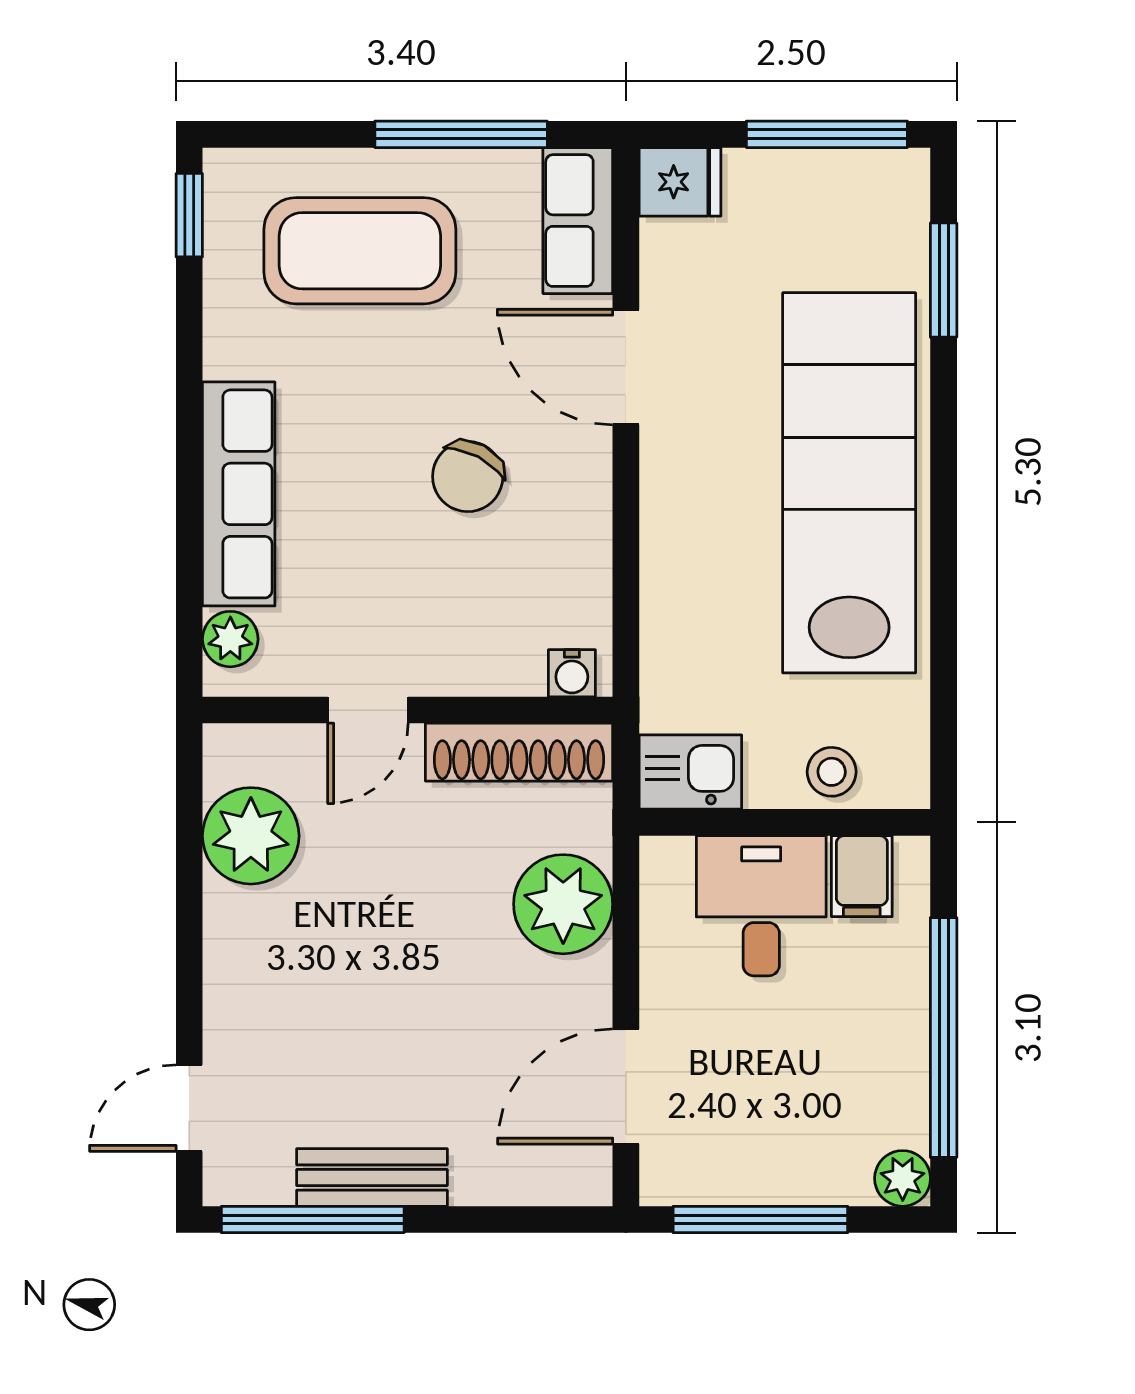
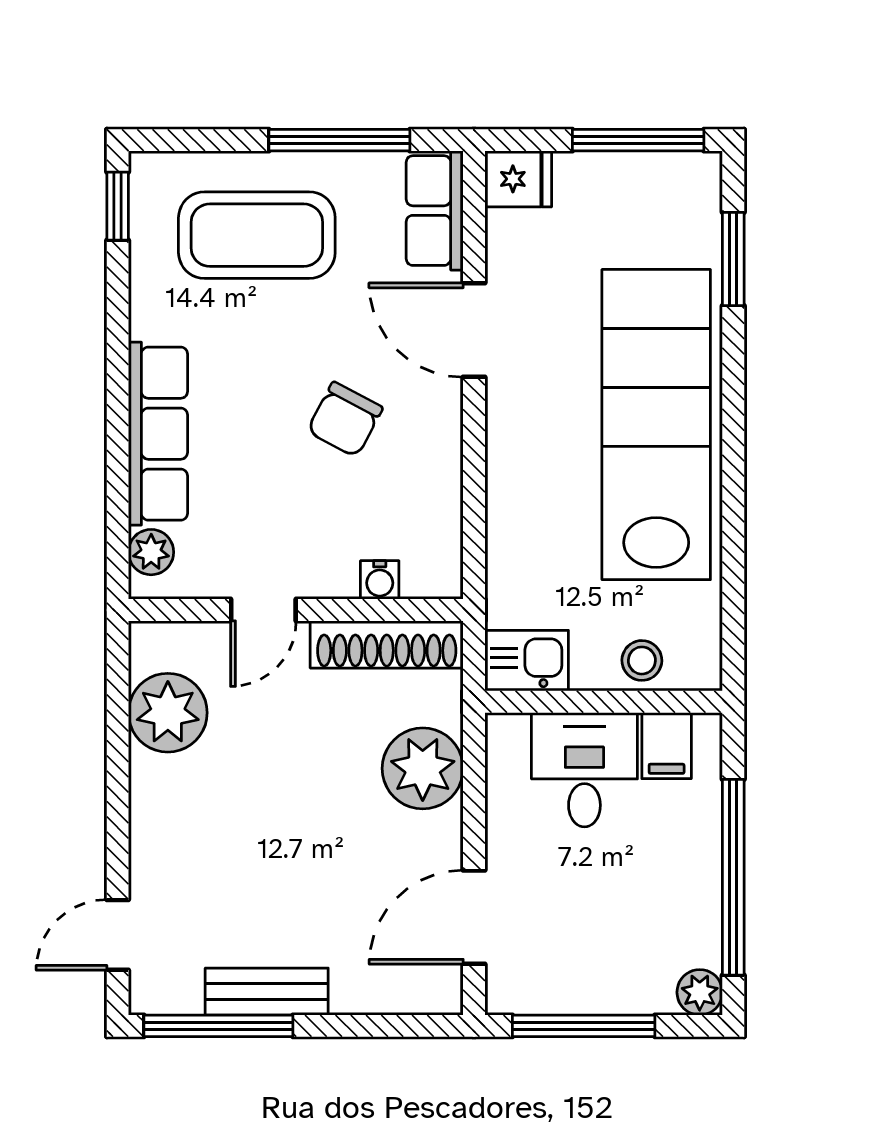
water cooler: (572, 673) -> (380, 580), moved

